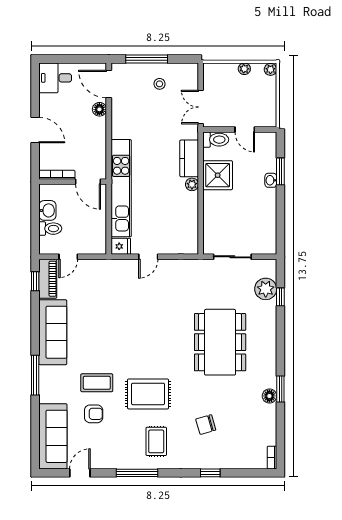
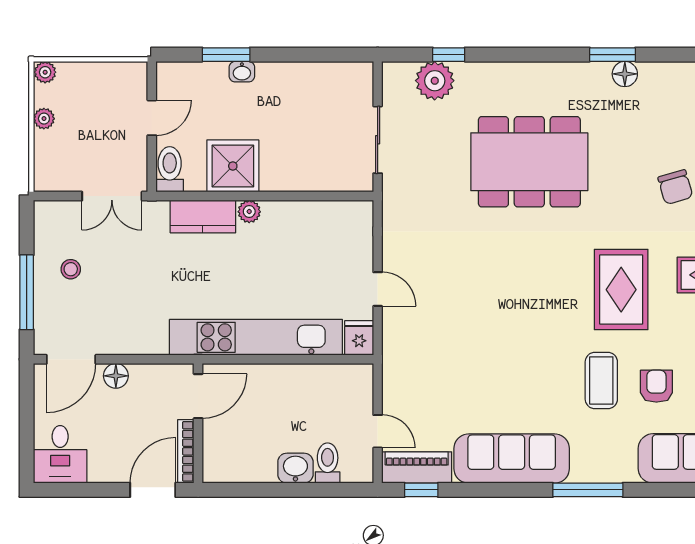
bookcase: (57, 175) -> (186, 451), moved
wall: (73, 182) -> (198, 423), moved
door: (88, 182) -> (198, 396), moved

